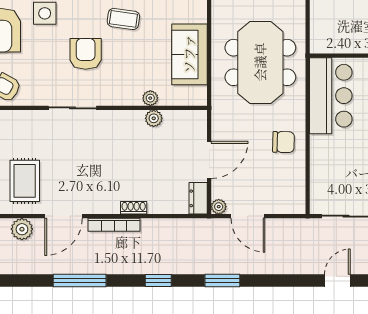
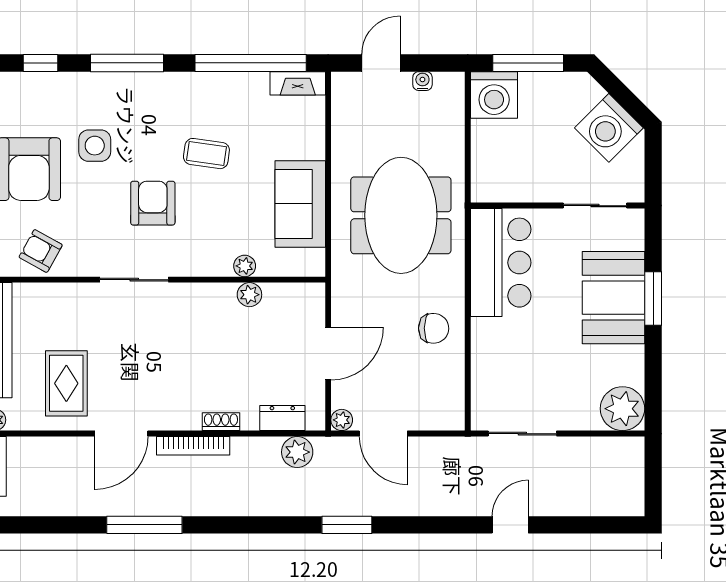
dresser: (198, 198) -> (282, 418), moved, turned 90
plant: (22, 229) -> (297, 452), moved
window: (158, 281) -> (256, 525), removed

